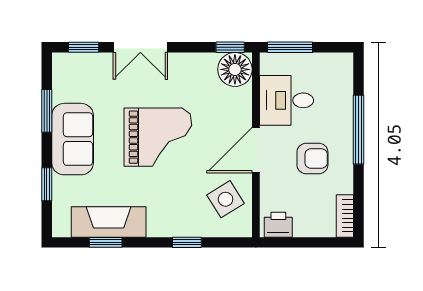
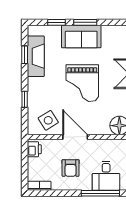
desk: (287, 100) -> (106, 176), moved, turned 180
window: (47, 111) -> (85, 22), moved
window: (359, 130) -> (100, 193), moved

